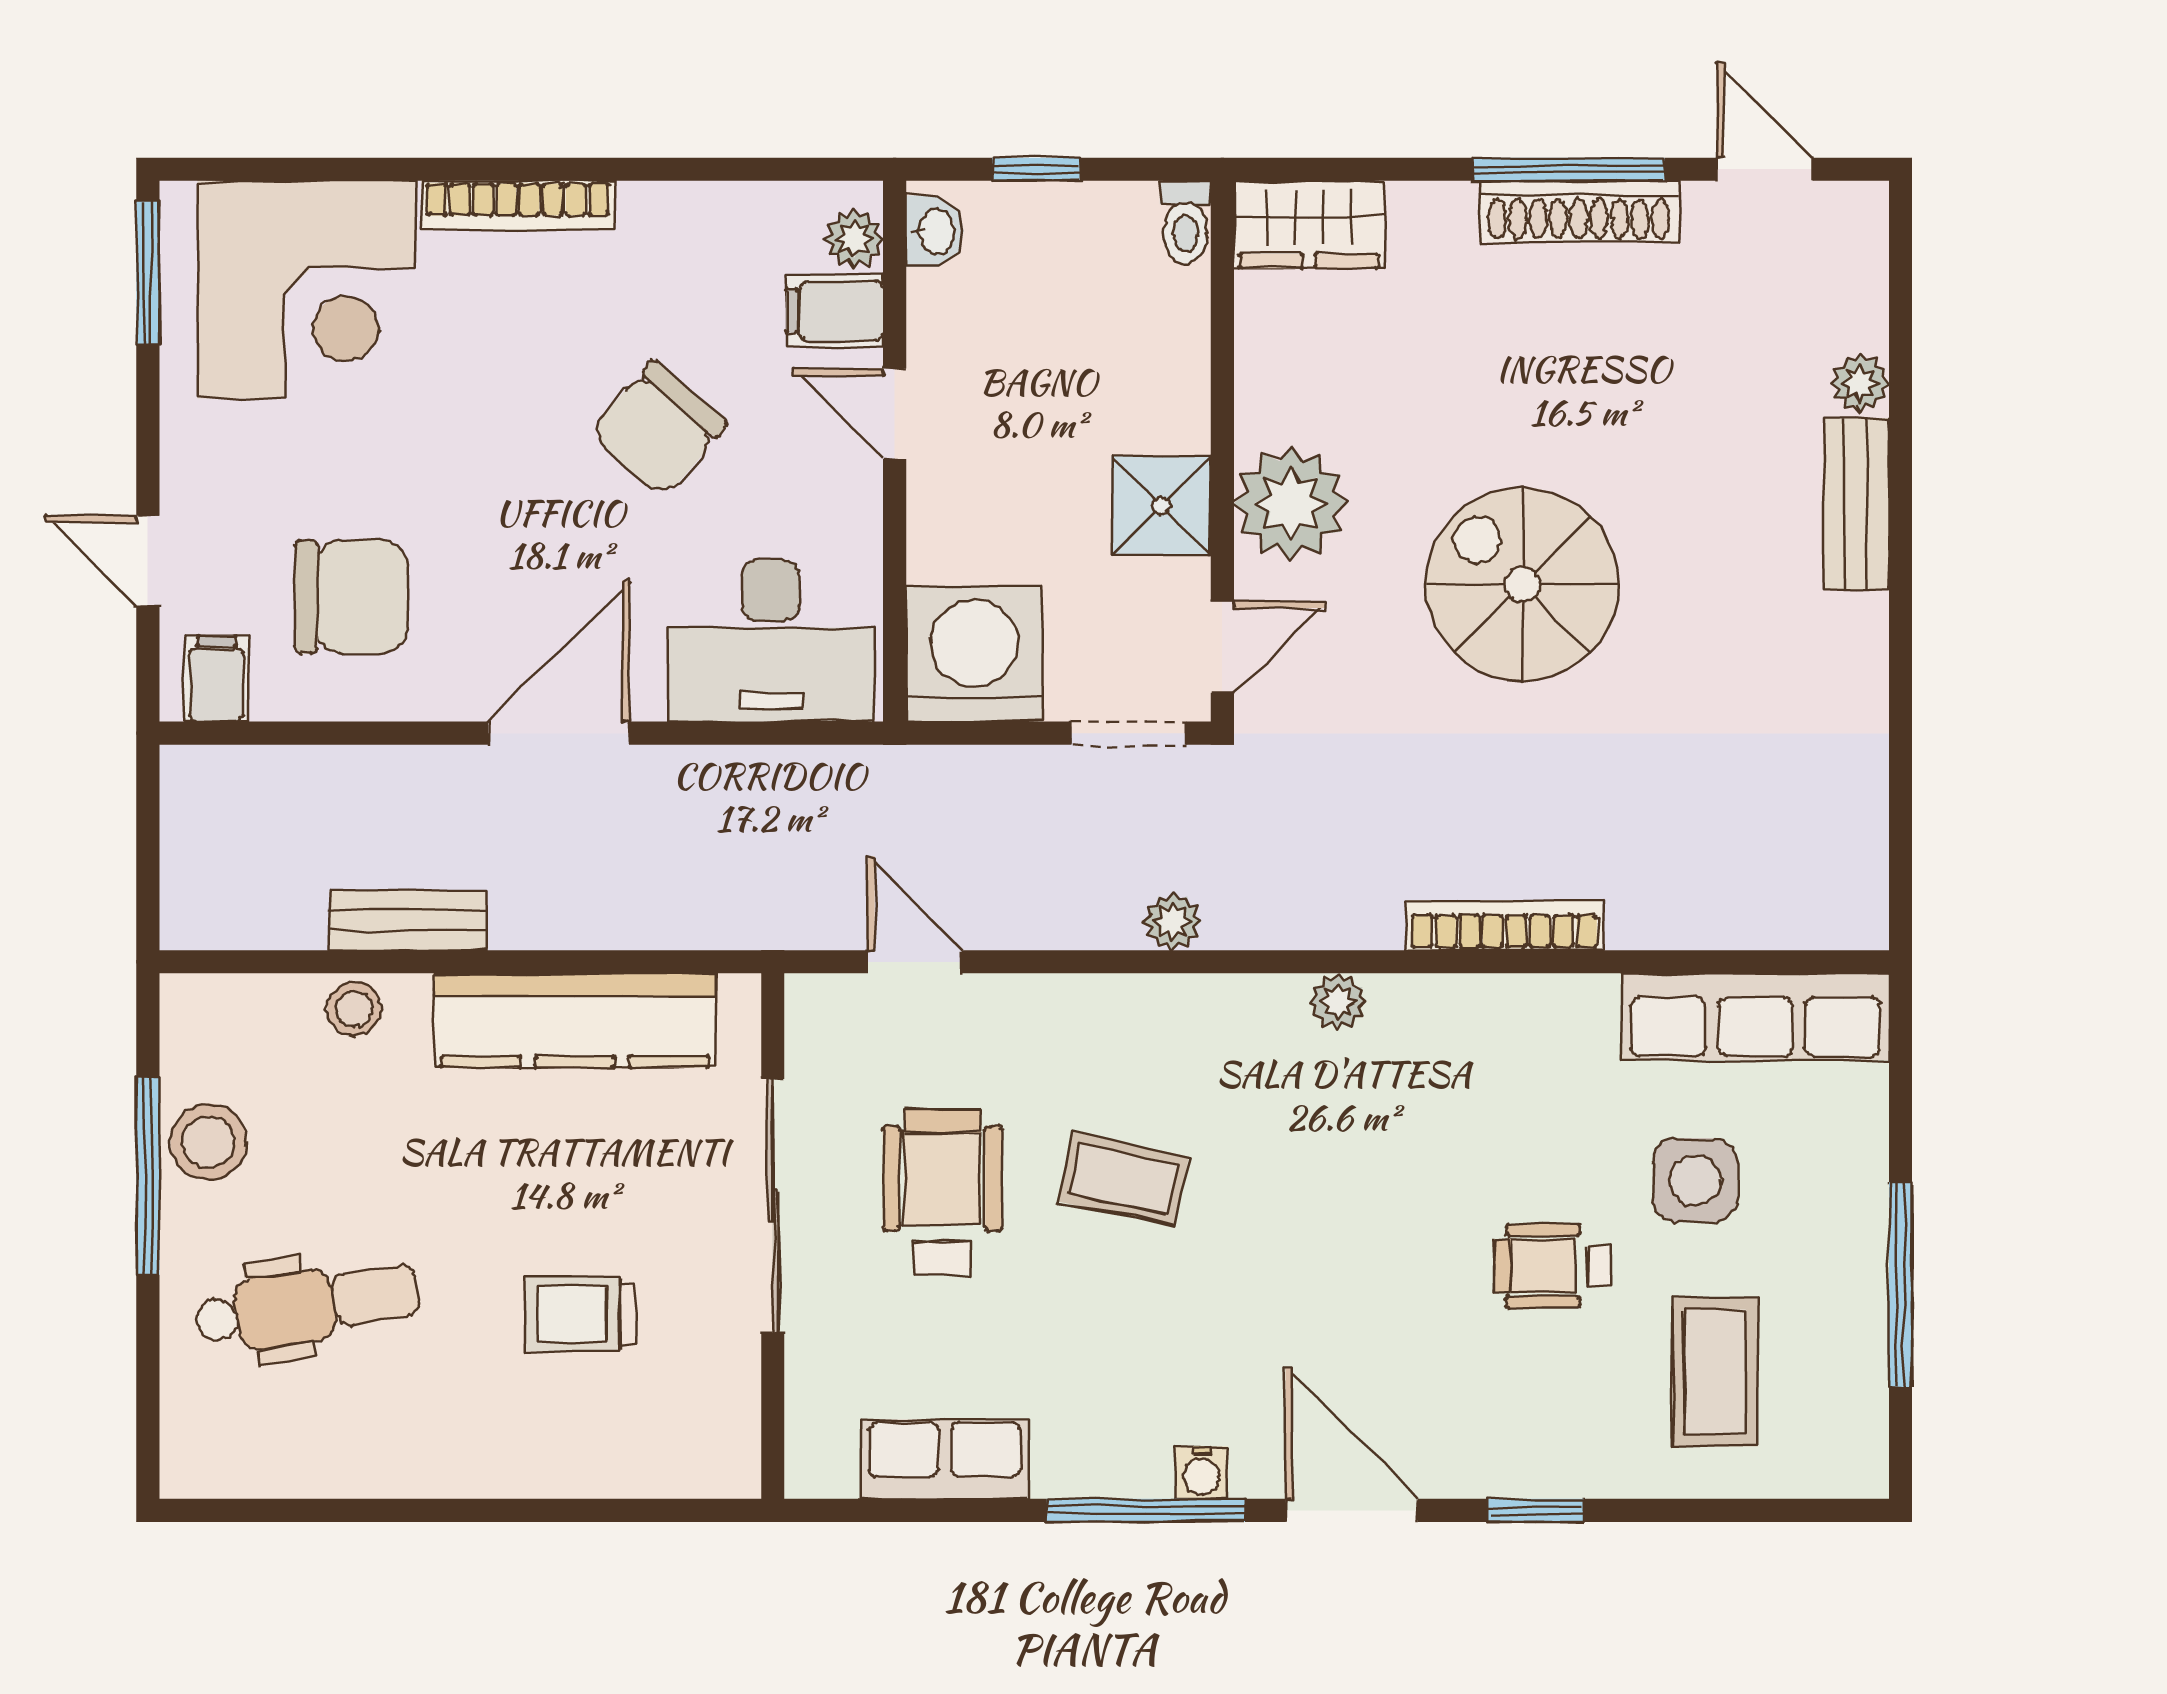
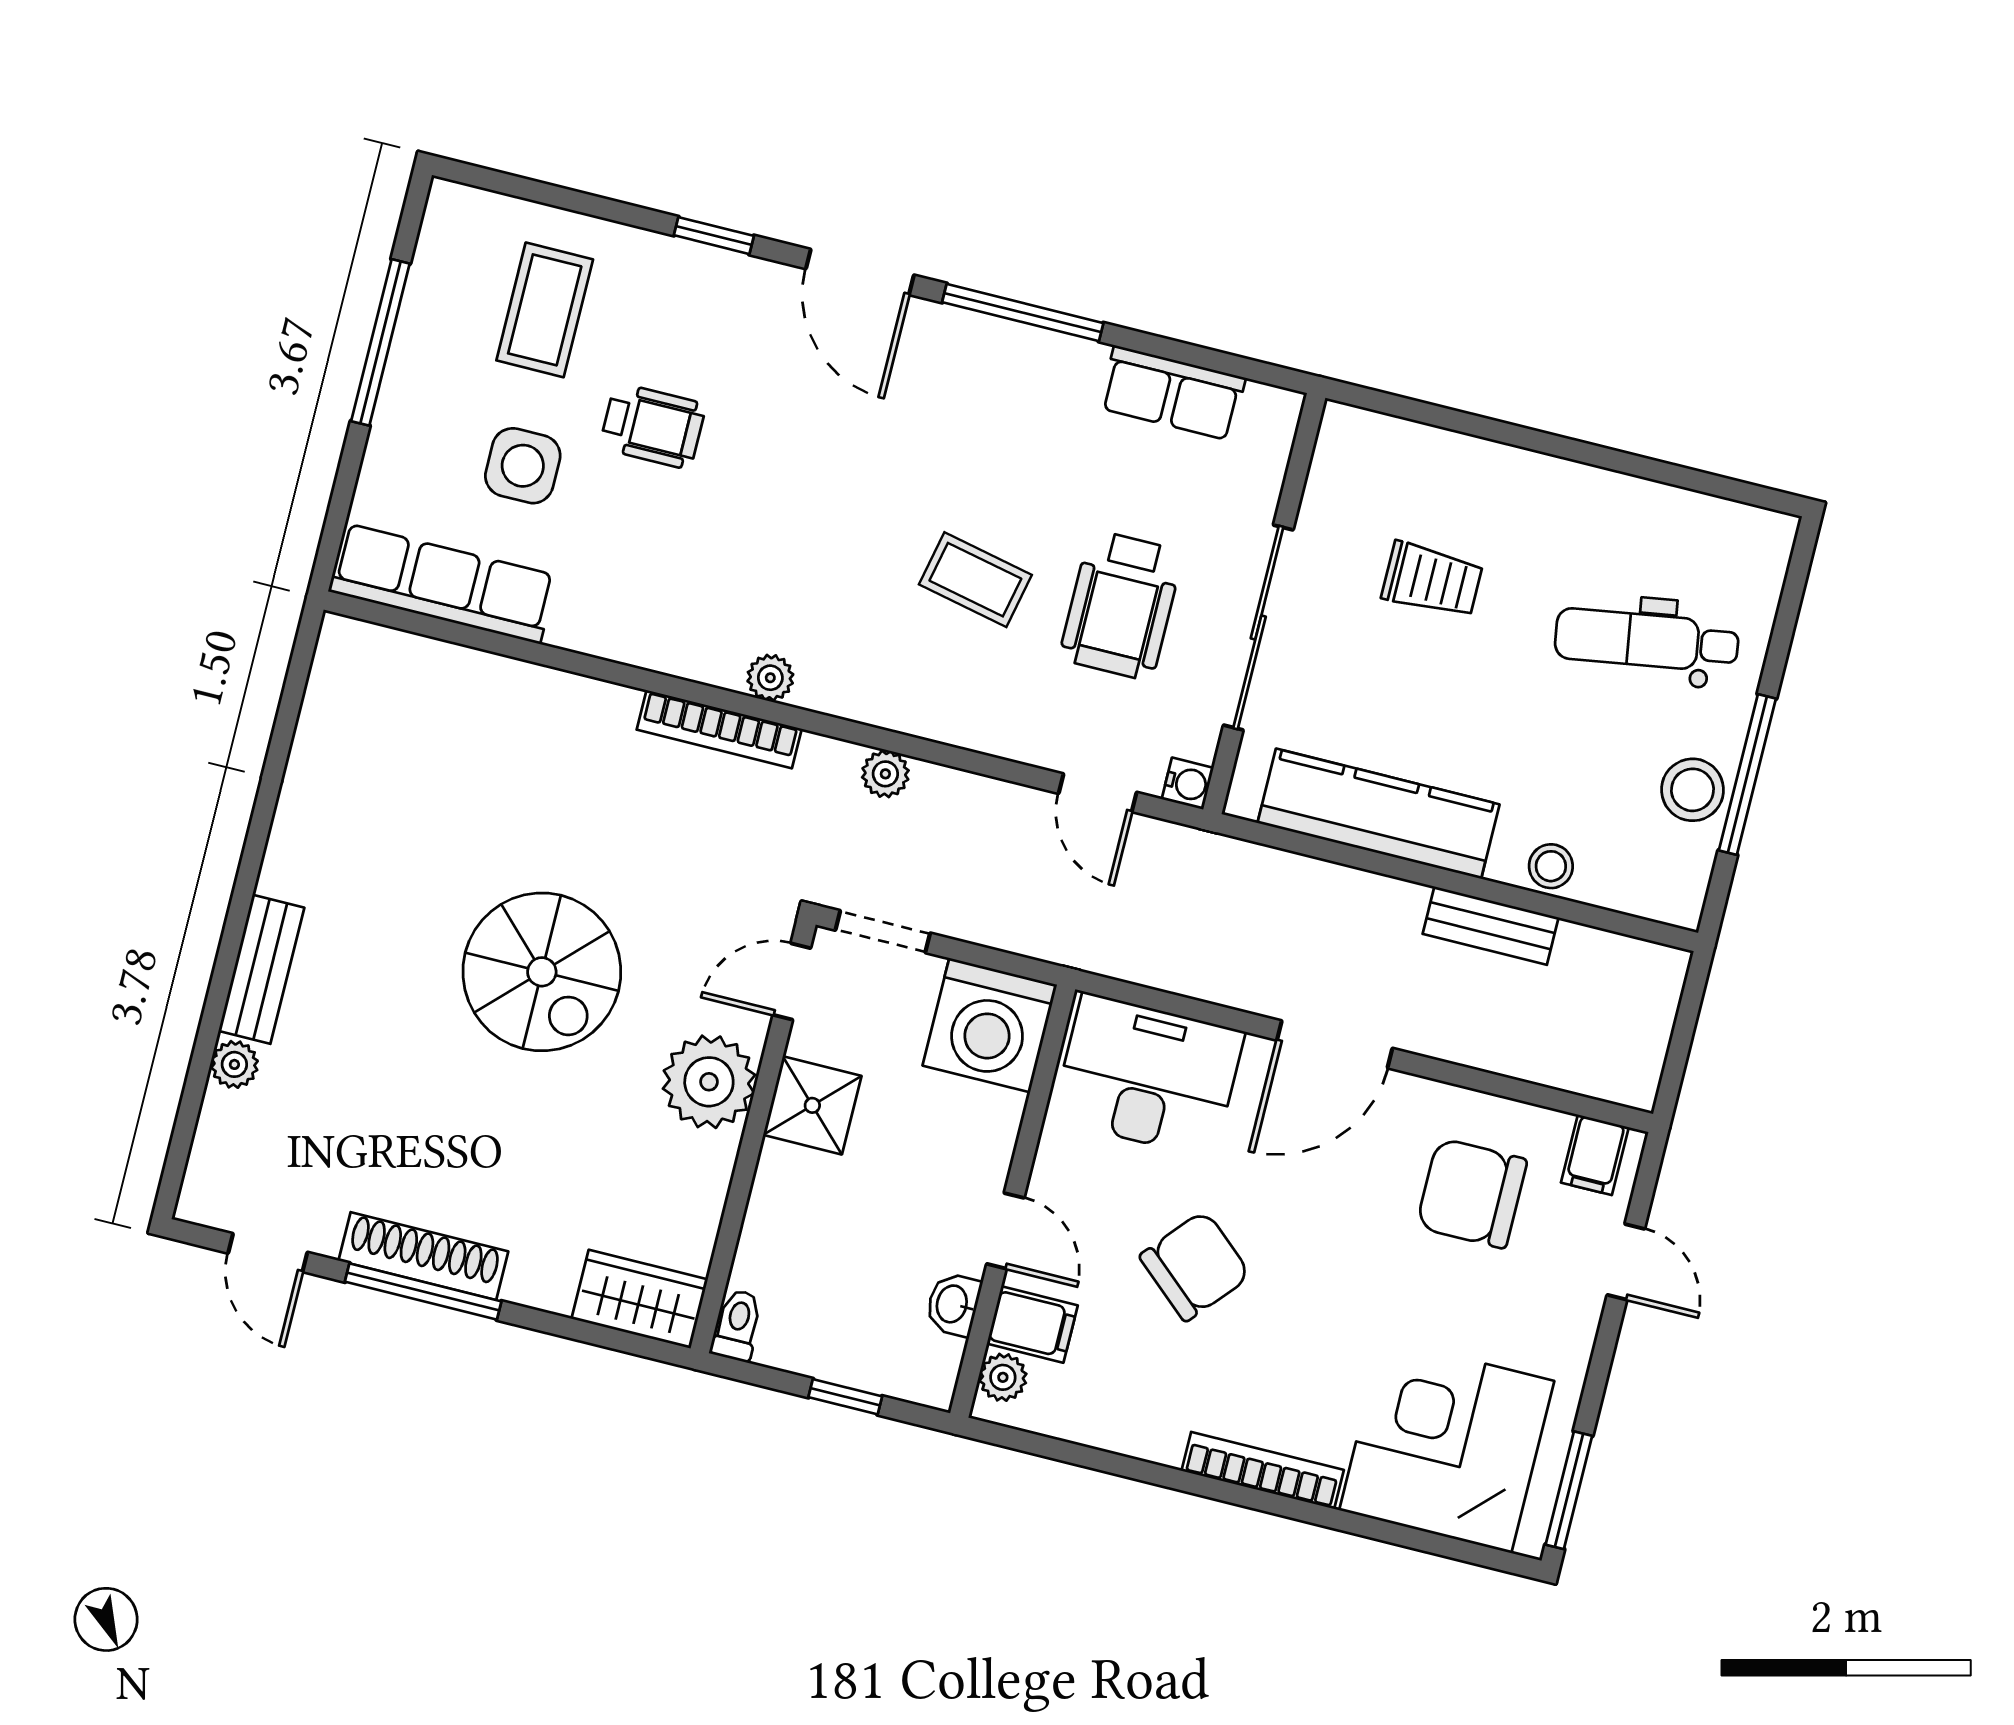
washbasin: (935, 231) -> (953, 1304), moved
bookcase: (1504, 925) -> (719, 729), moved
water cooler: (1201, 1473) -> (1188, 784), moved, turned 90

